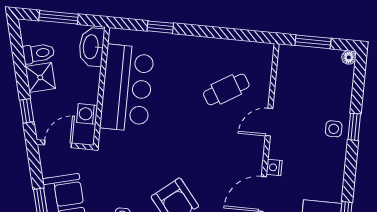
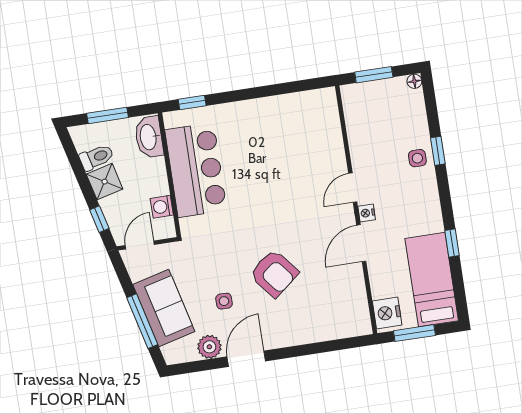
window: (160, 27) -> (192, 102), moved
cafe table: (226, 89) -> (298, 146), removed
door: (269, 122) -> (353, 188), moved

